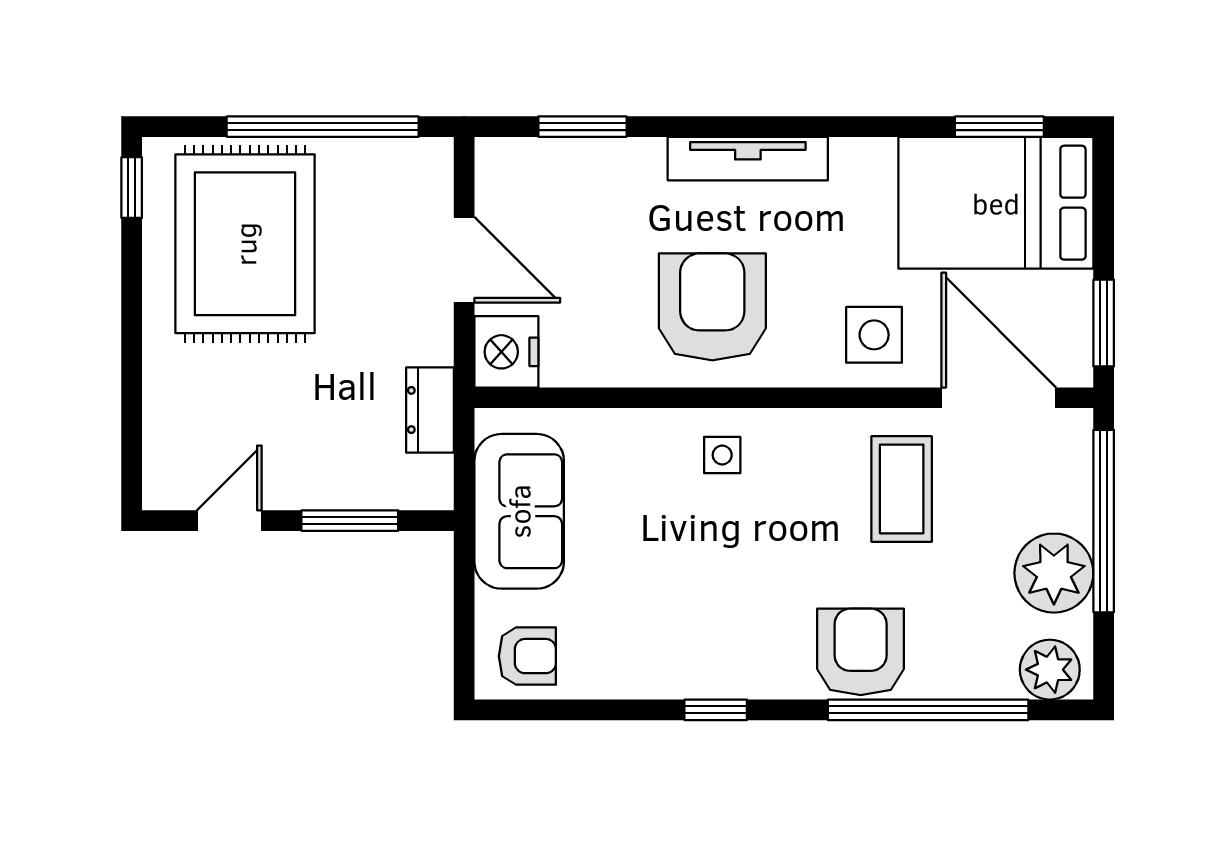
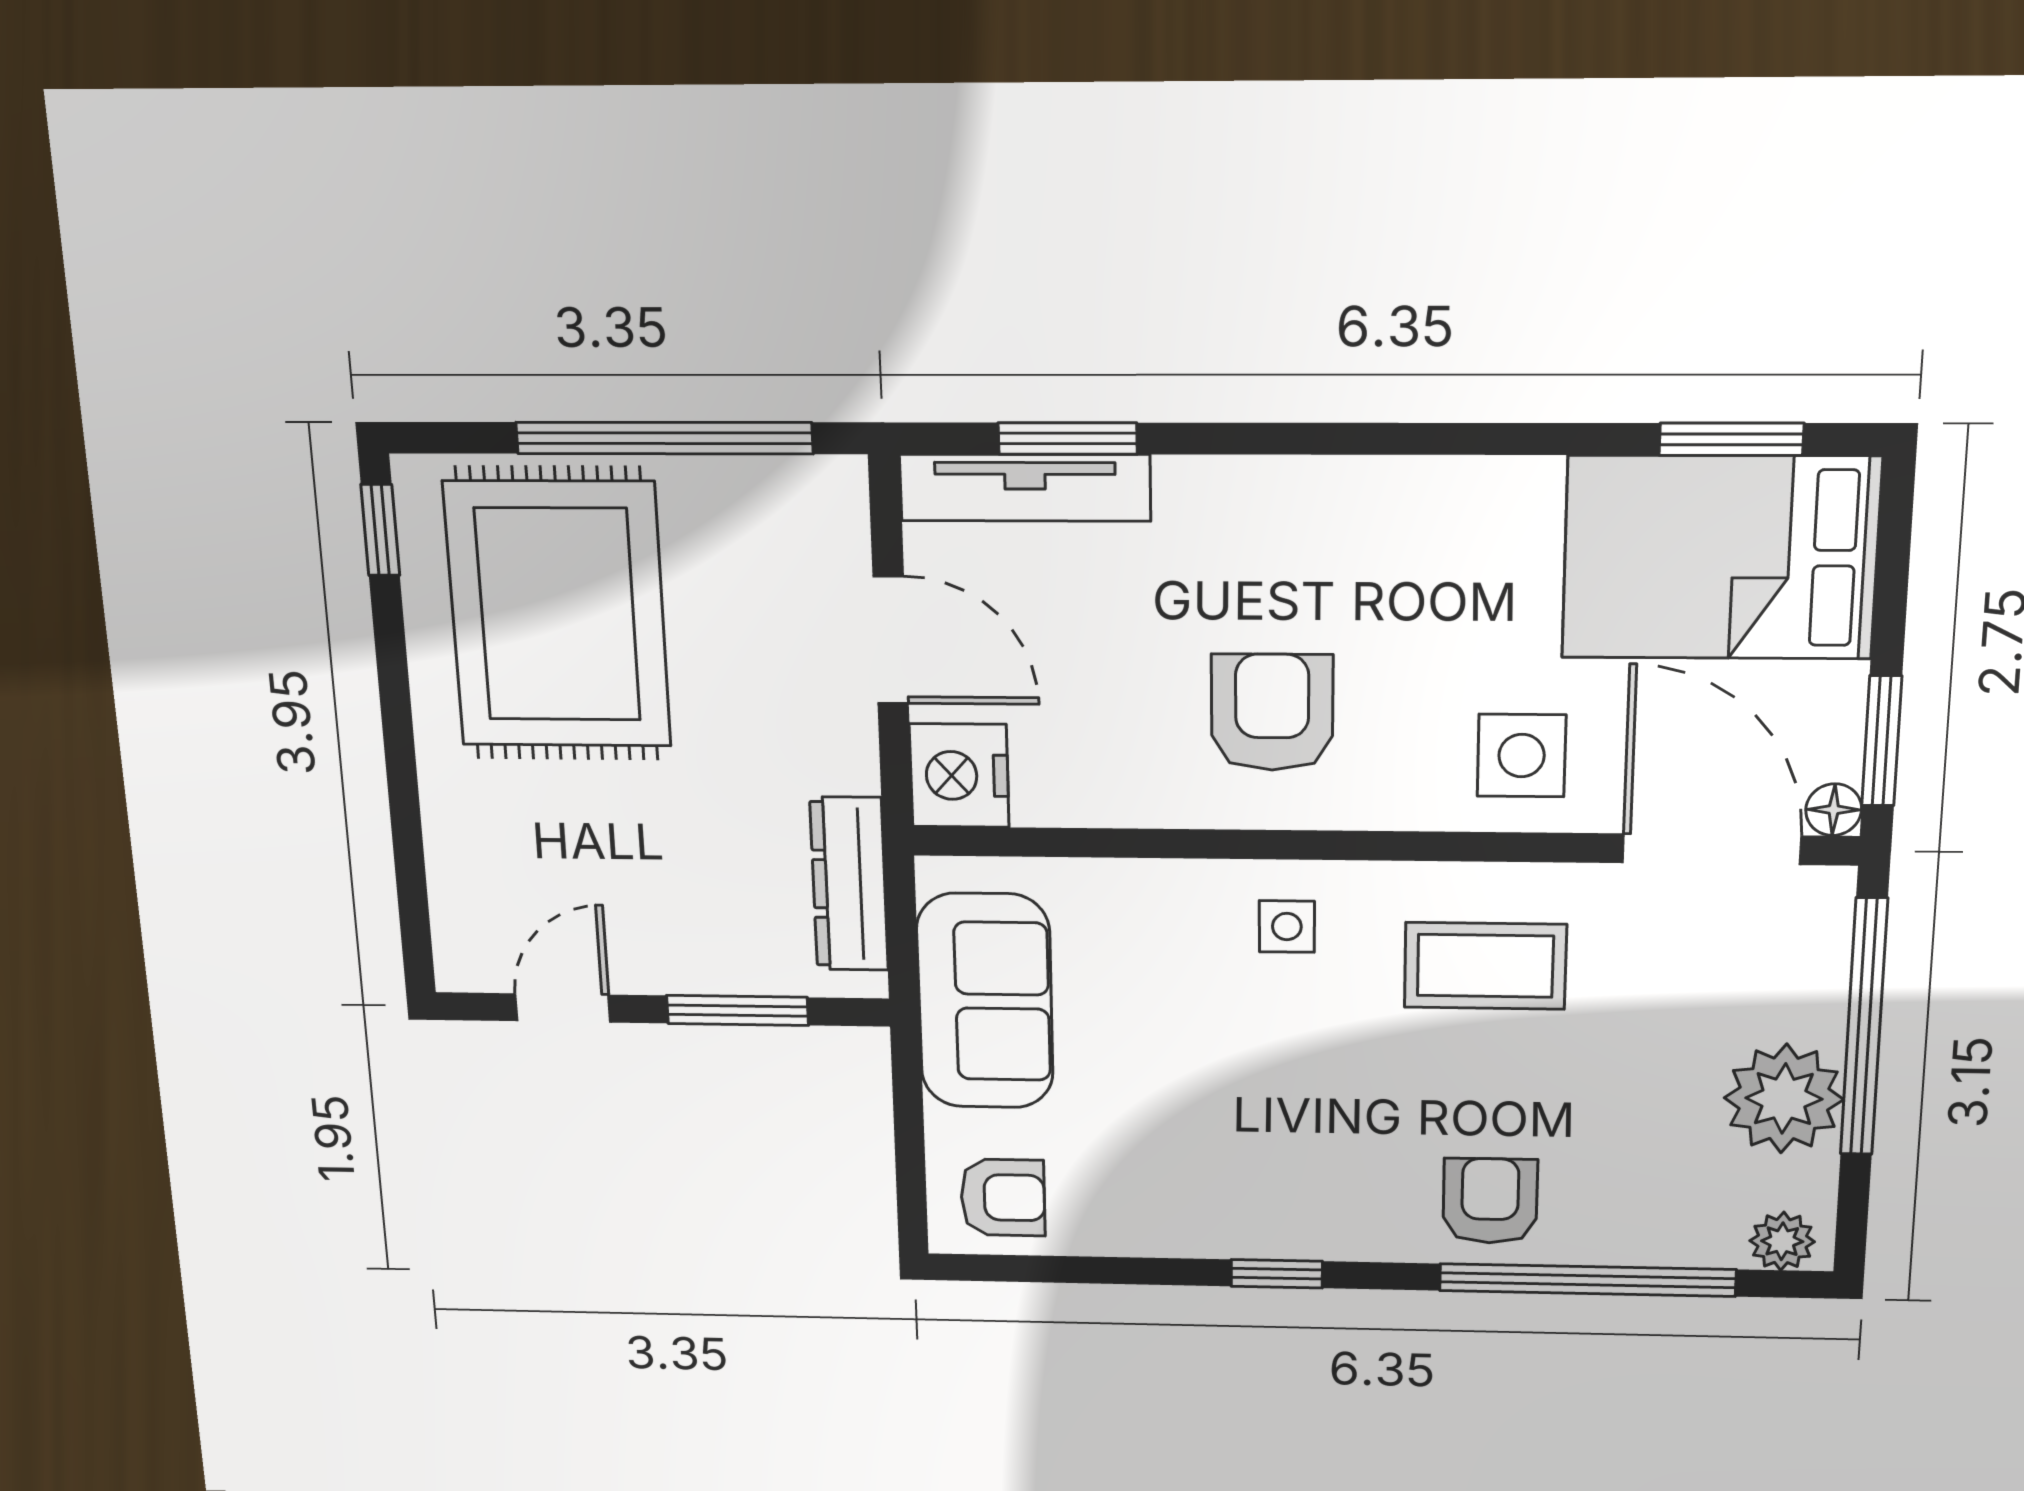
tv unit: (748, 159) -> (1025, 488), moved
armchair: (712, 307) -> (1272, 712), width x0.73, depth x0.73
floor lamp: (1076, 370) -> (1834, 810), added
dresser: (430, 410) -> (849, 884), width x1.44
coffee table: (902, 489) -> (1485, 966), moved, turned 90
armchair: (861, 652) -> (1490, 1201), width x0.72, depth x0.72
plant: (1050, 670) -> (1782, 1241), width x0.73, depth x0.73

